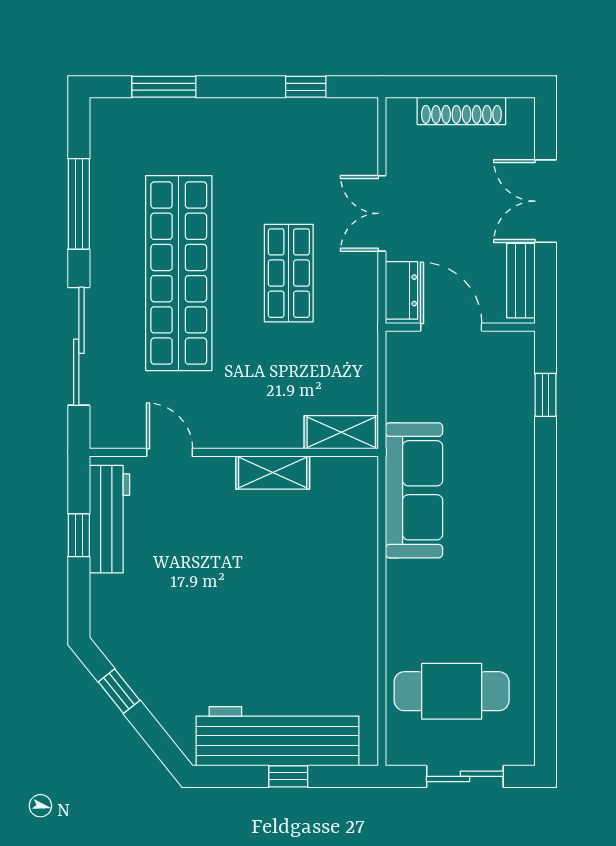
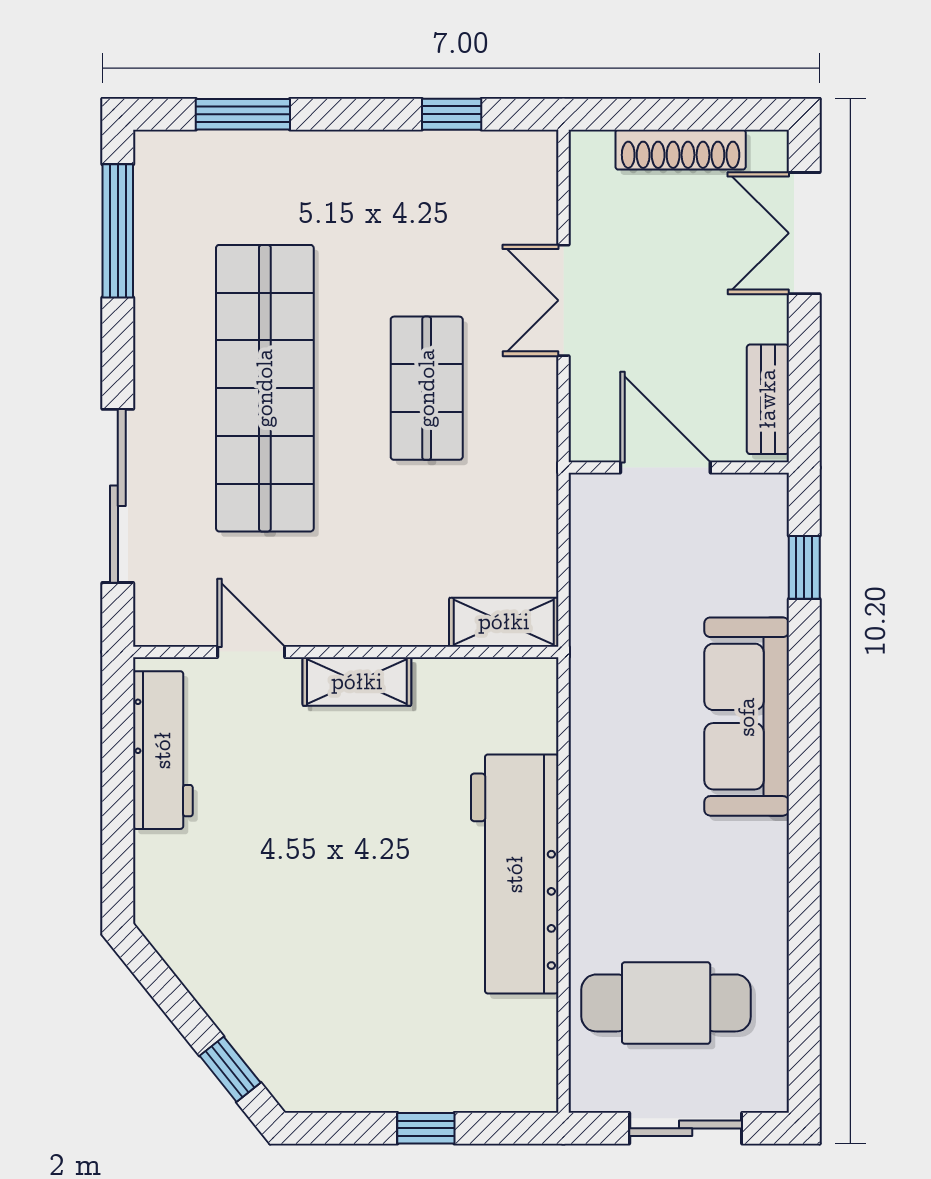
double door: (546, 201) -> (804, 233), moved
window: (79, 204) -> (118, 231), moved
dresser: (402, 290) -> (592, 414), removed
shelving: (273, 473) -> (357, 682), moved
sofa: (414, 490) -> (747, 717), moved, turned 180
window: (79, 535) -> (118, 774), removed
window: (119, 691) -> (230, 1069), moved
workbench: (278, 736) -> (515, 874), moved, turned -90

